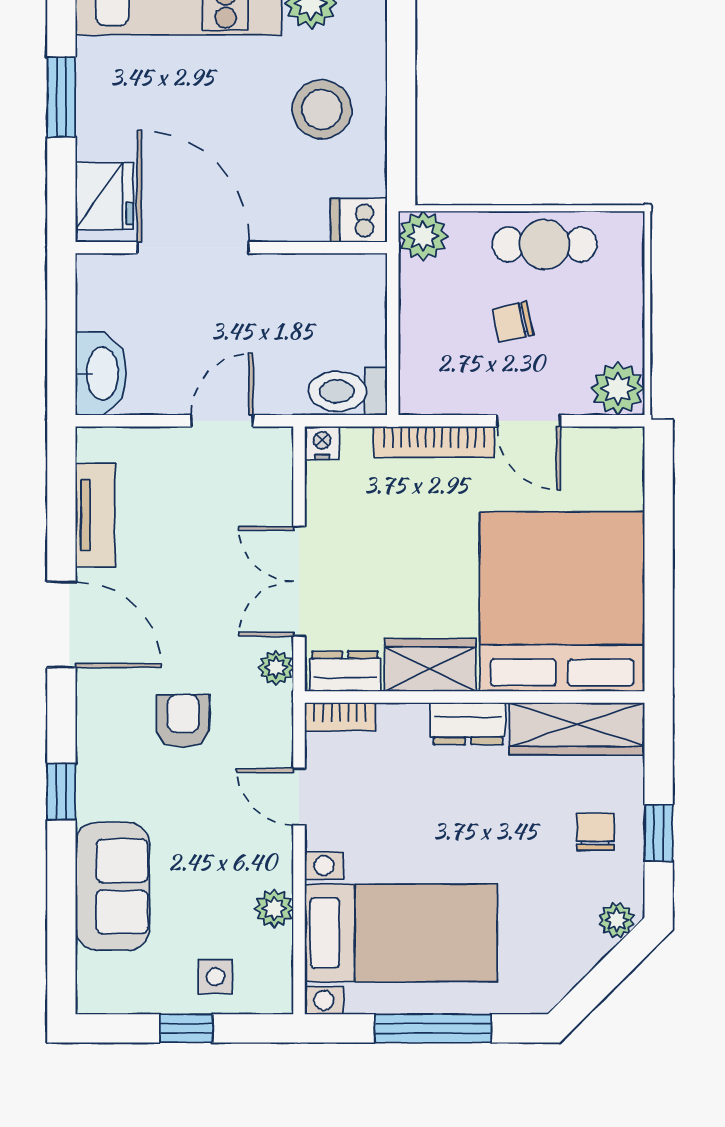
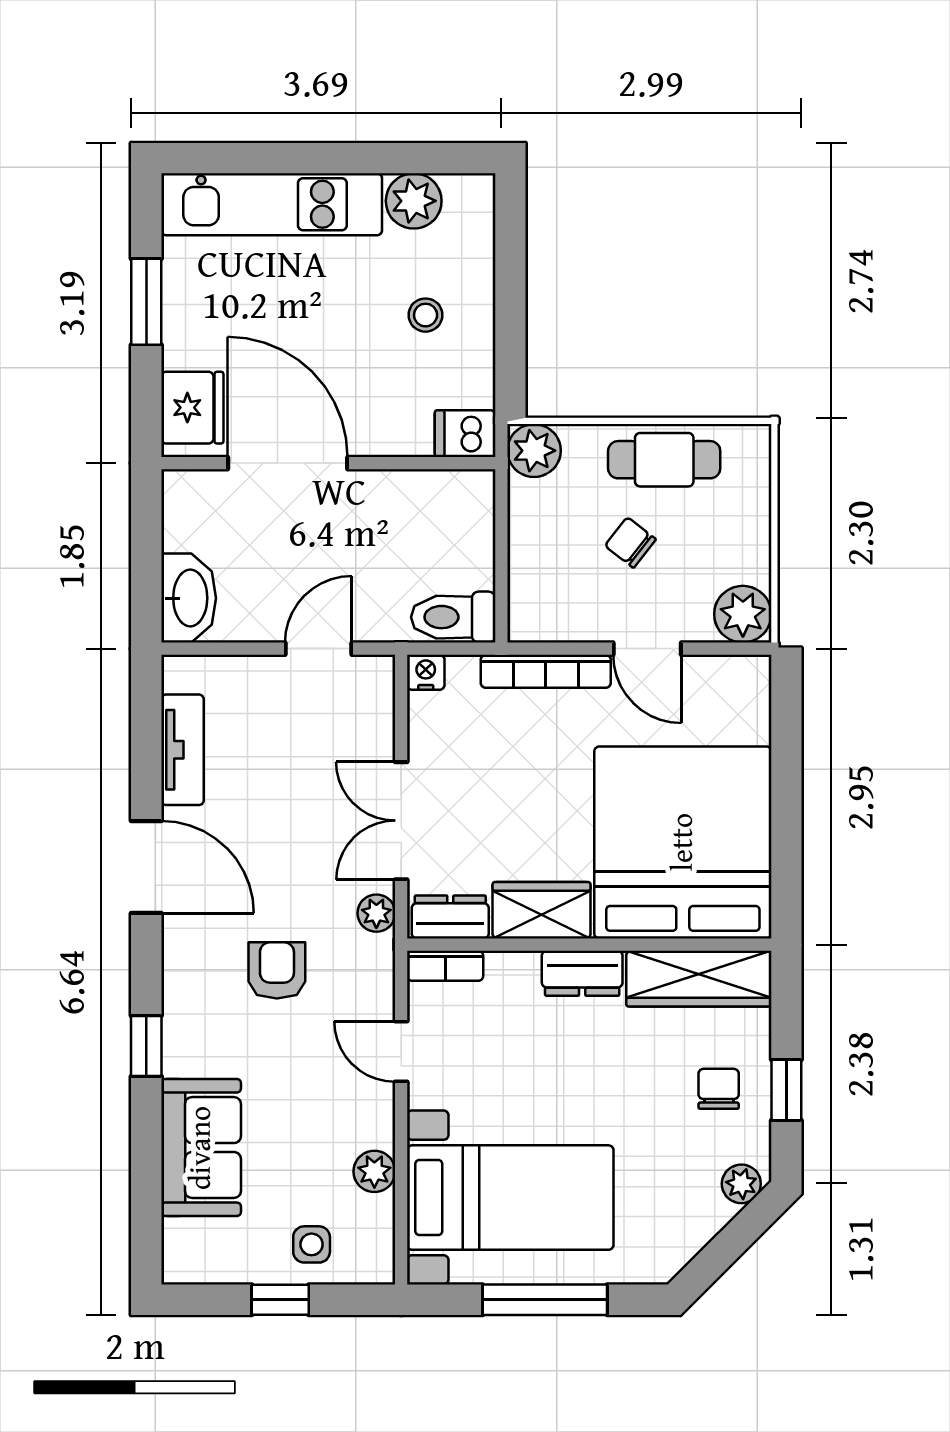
stool: (322, 109) -> (426, 315), width x0.53, depth x0.53
chair: (513, 322) -> (630, 542), turned 50

